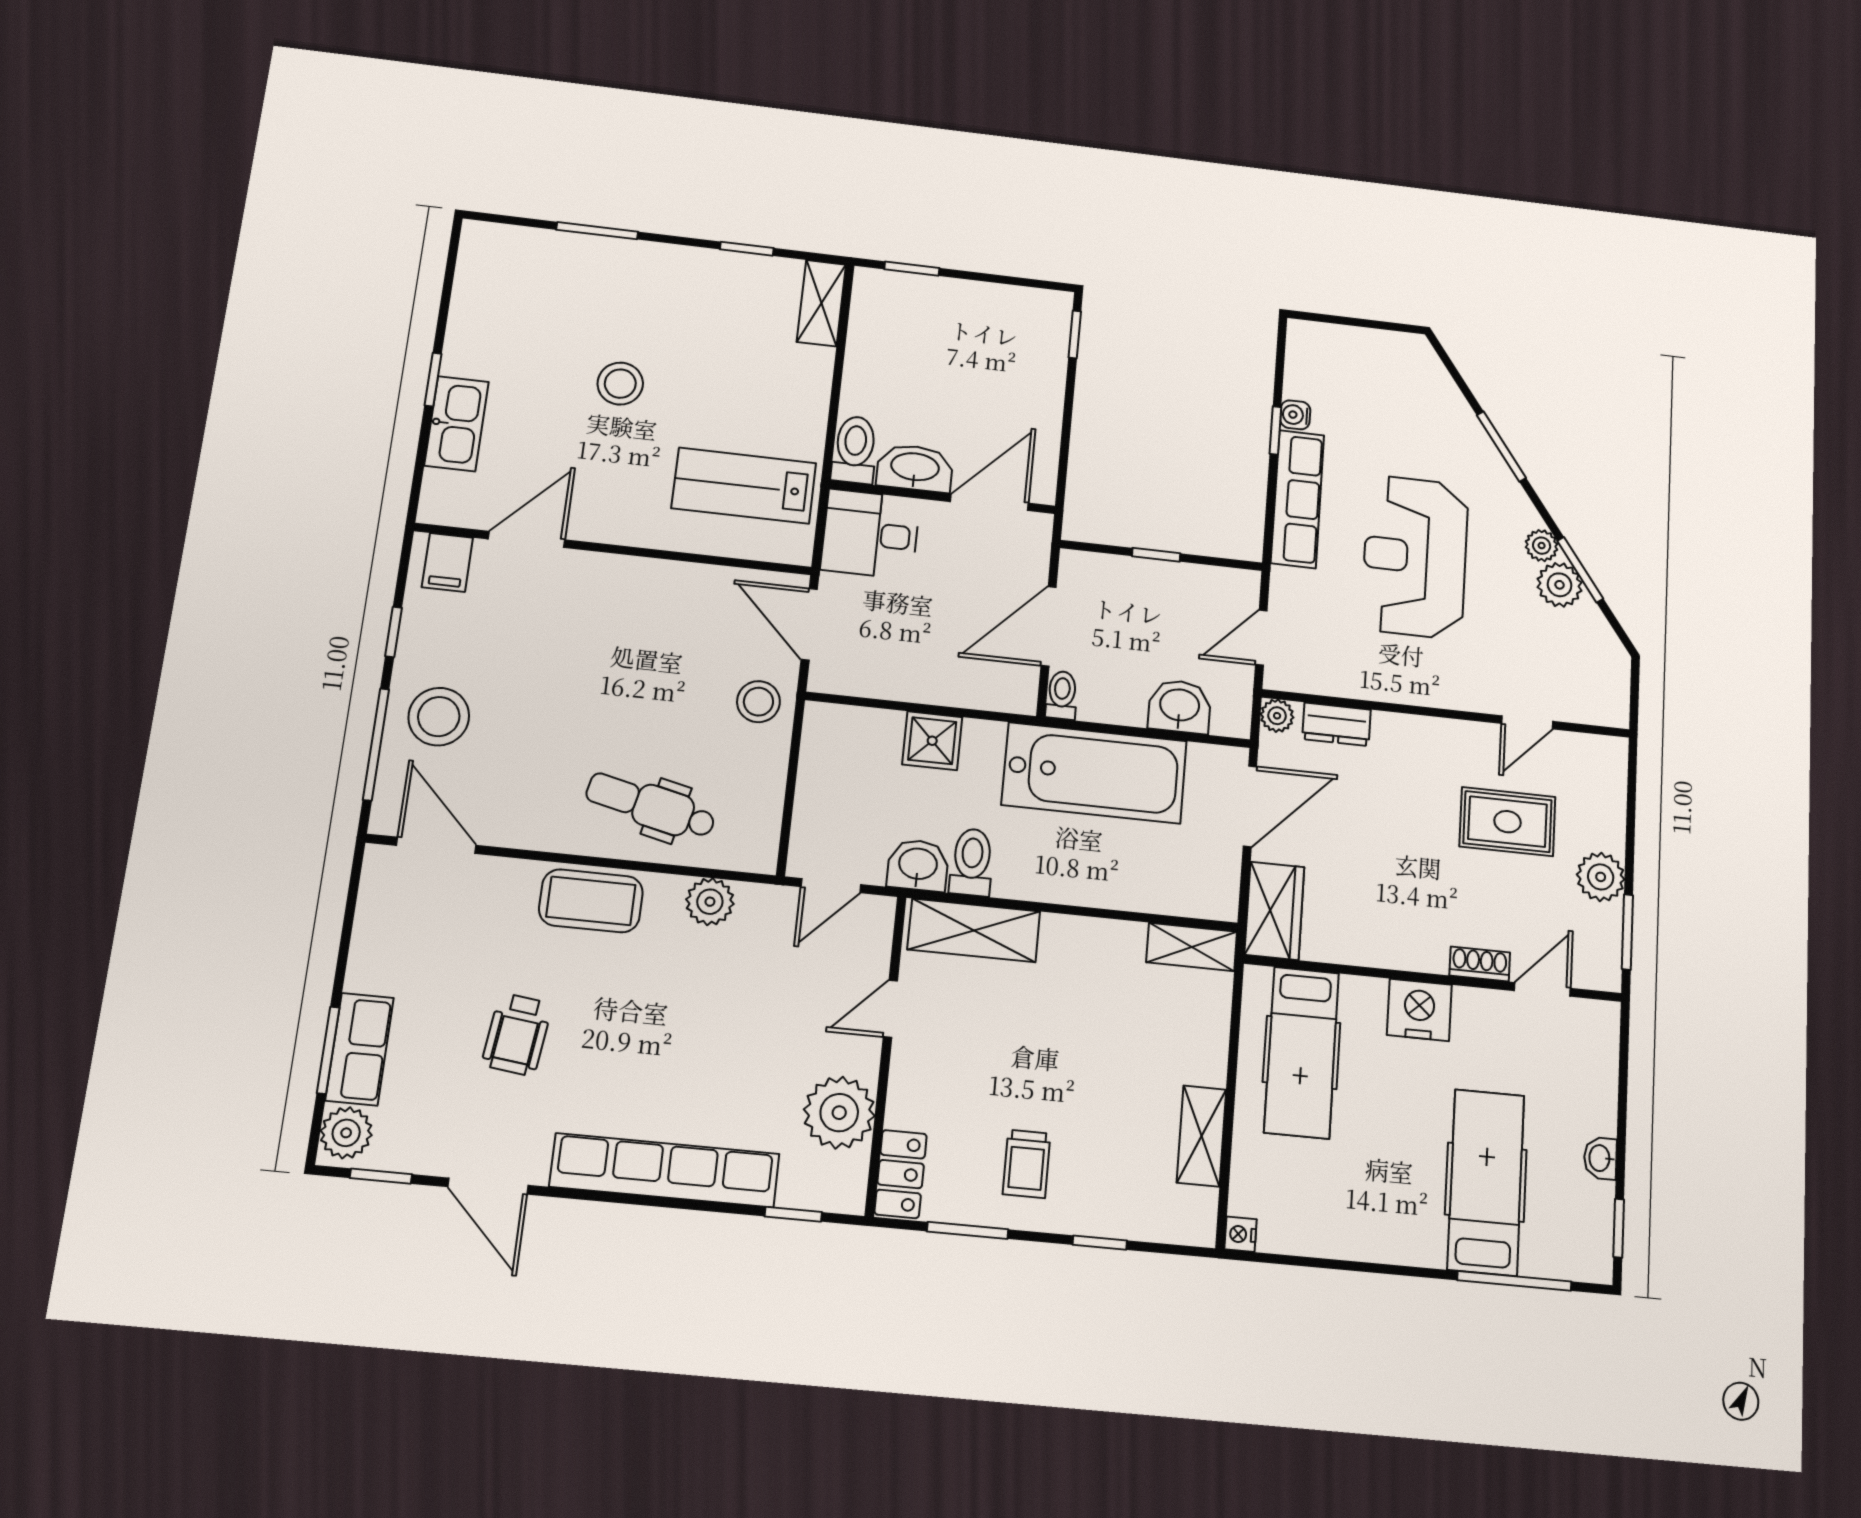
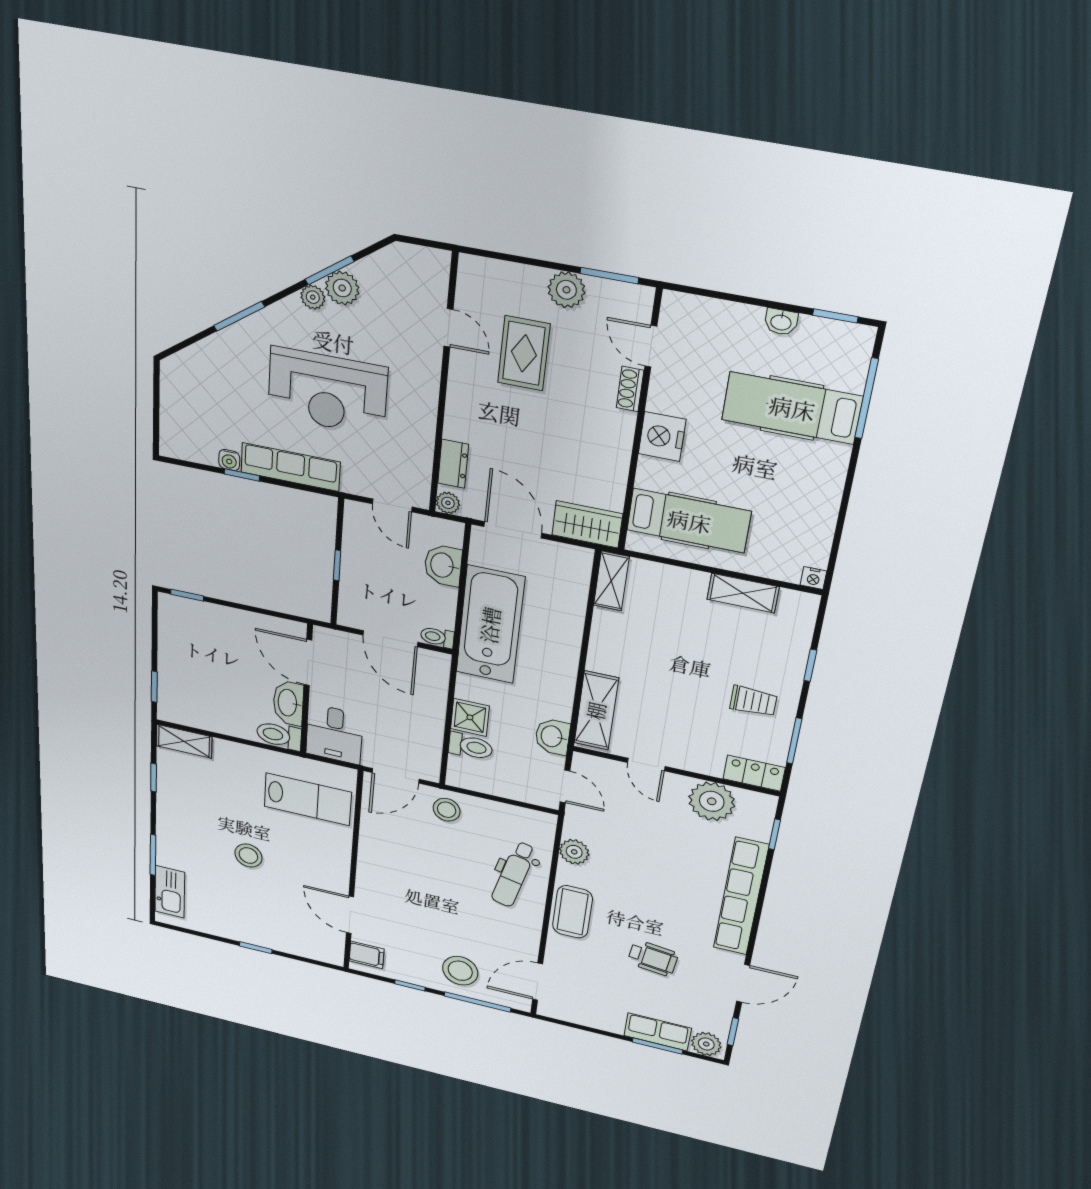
kitchen sink: (456, 424) -> (170, 892), moved, turned 90
lab bench: (744, 486) -> (308, 799), turned -90
toilet: (972, 862) -> (470, 746), moved, turned 180

